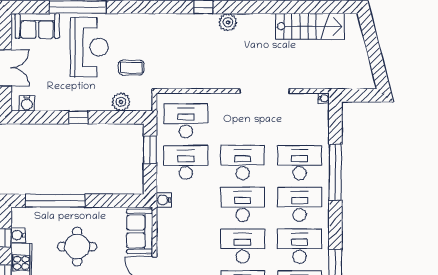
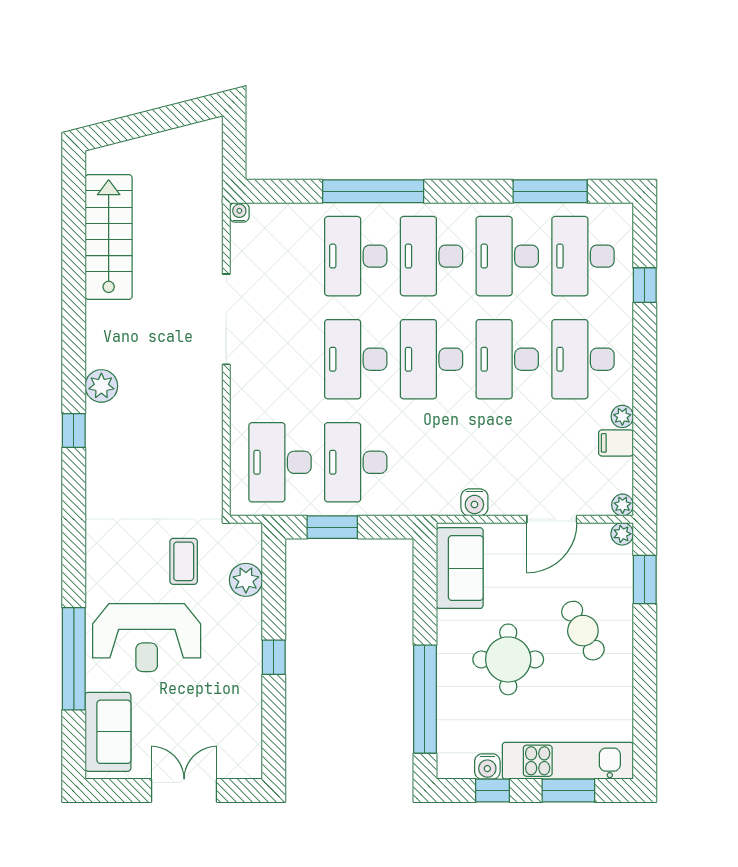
reception desk: (89, 47) -> (147, 638), turned 180
water cooler: (27, 103) -> (248, 751), removed
water cooler: (164, 200) -> (474, 502), moved
sofa: (140, 231) -> (460, 568), moved, turned -90

